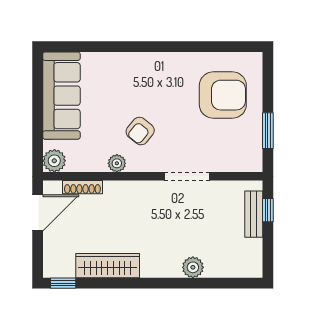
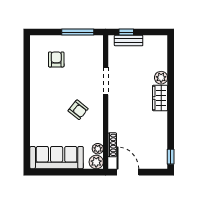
armchair: (223, 95) -> (56, 59), width x0.53, depth x0.53
window: (268, 131) -> (78, 32), width x1.44
plant: (117, 163) -> (98, 149), moved
wardrobe: (108, 266) -> (160, 98), moved, width x0.67

